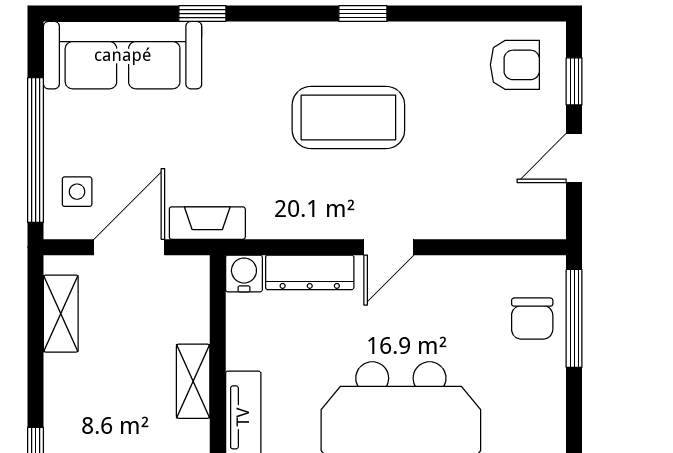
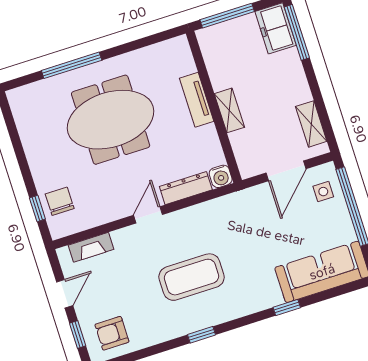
fireplace: (207, 223) -> (91, 247), moved
window: (574, 318) -> (37, 208), width x0.46

